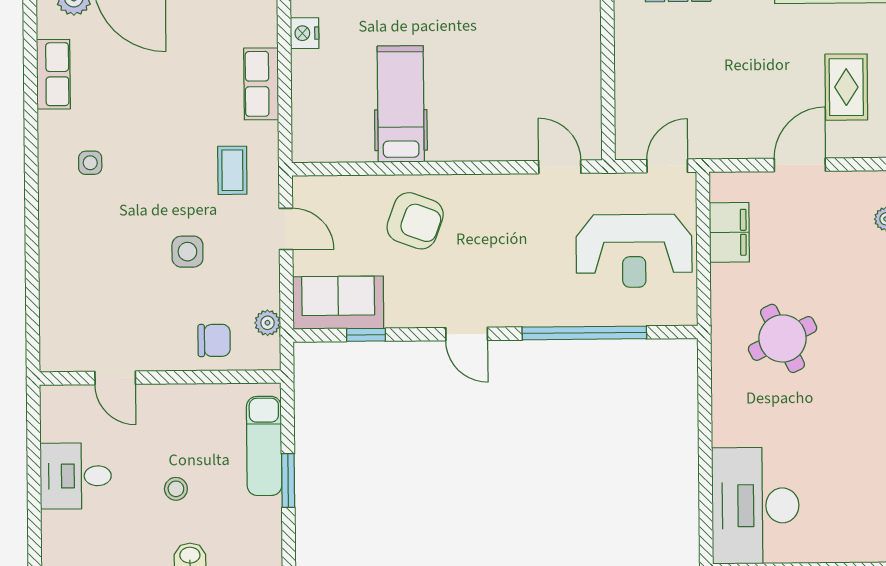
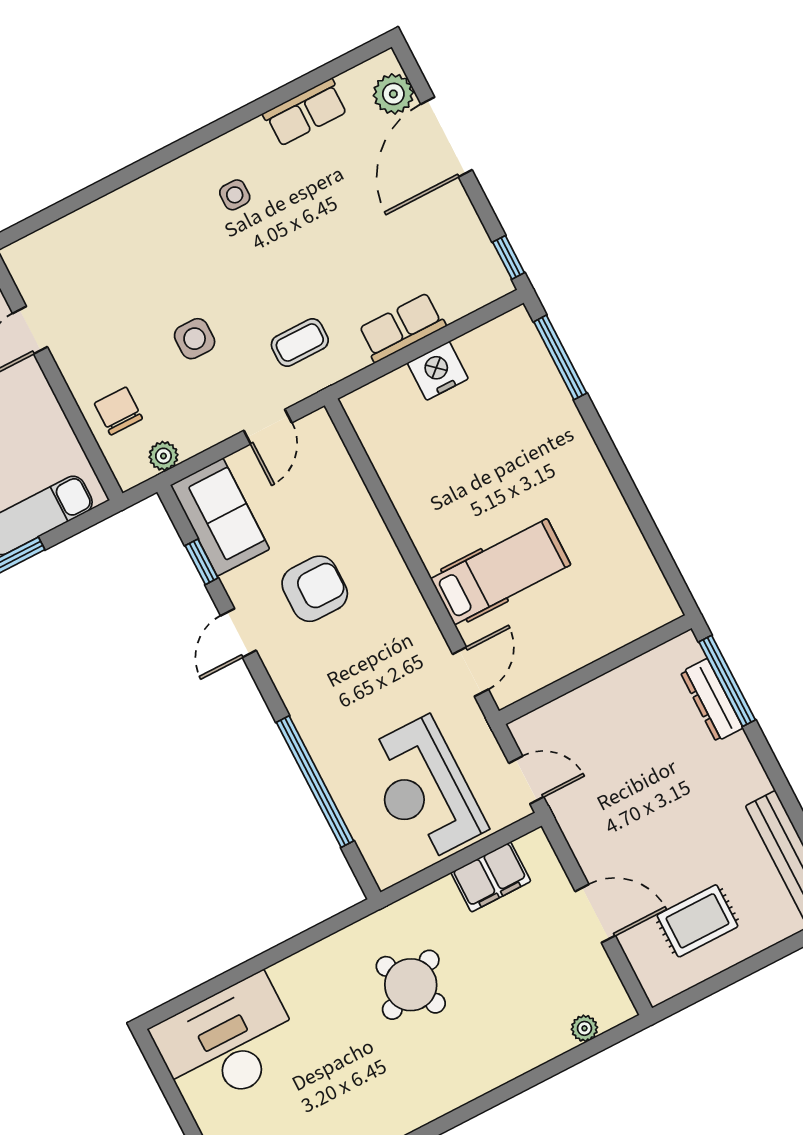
nightstand: (305, 33) -> (438, 371), moved, width x1.36, depth x1.33
hospital bed: (401, 104) -> (501, 572), moved
armchair: (415, 221) -> (315, 589), moved, turned -110
door: (467, 334) -> (238, 633), moved
chair: (214, 340) -> (118, 411), turned 180

